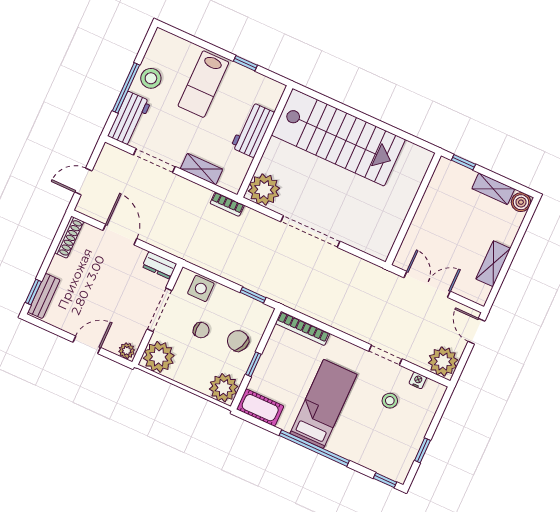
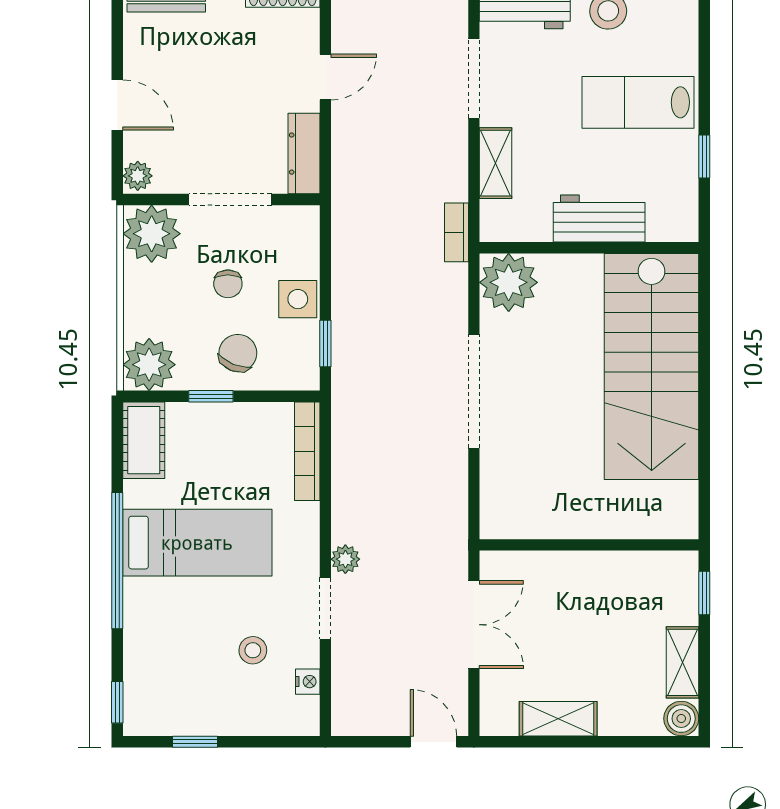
door: (120, 235) -> (325, 77), width x0.73
dresser: (159, 265) -> (304, 154), width x1.44
side table: (201, 289) -> (298, 299), moved
door: (476, 331) -> (434, 742), hinge flipped
plant: (443, 361) -> (345, 559), moved, width x0.53, depth x0.53

